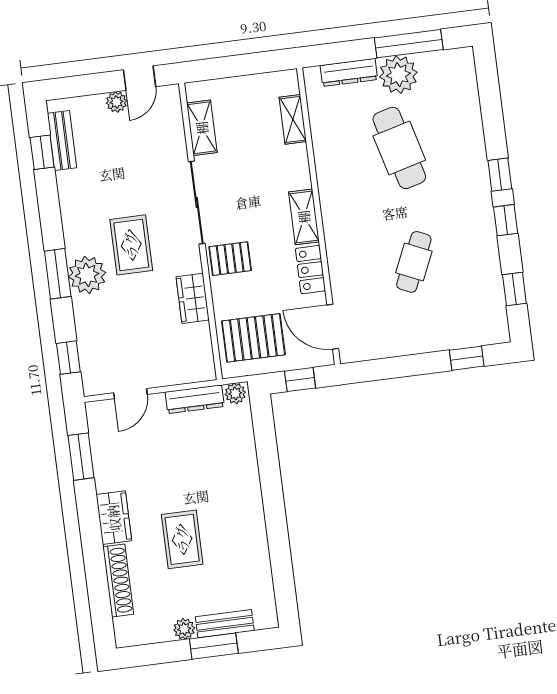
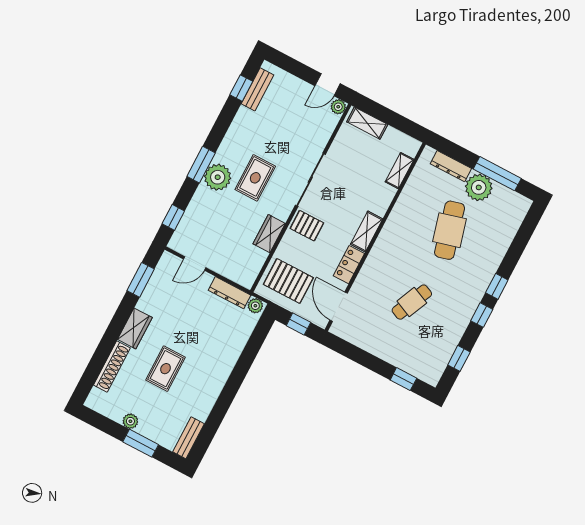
plant: (117, 102) -> (338, 107), moved
shelving: (202, 128) -> (367, 123), moved, turned 90
bench: (225, 624) -> (189, 438), moved, turned 90

